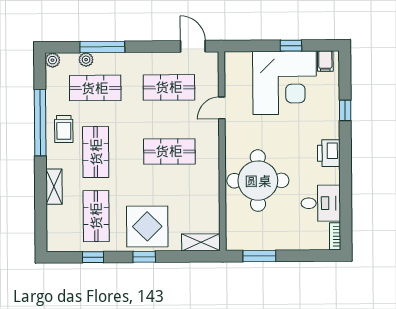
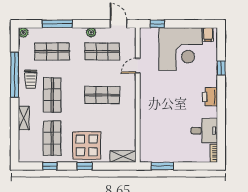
window: (291, 46) -> (157, 24), moved
plant: (86, 60) -> (91, 32), moved
round table: (258, 181) -> (162, 115), removed

